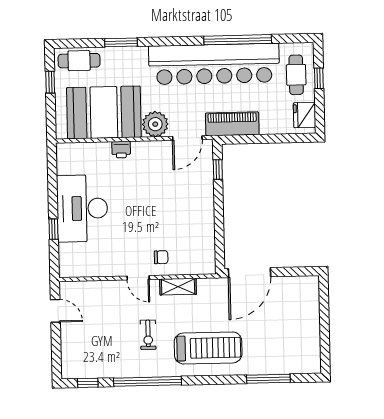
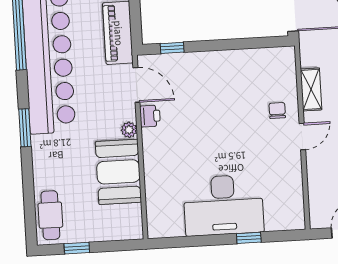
window: (121, 42) -> (25, 128), moved
booth: (104, 112) -> (118, 172), width x0.73, depth x0.70
plant: (155, 124) -> (129, 130), width x0.53, depth x0.53
printer: (121, 150) -> (150, 116), moved

